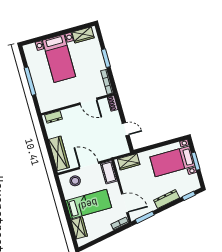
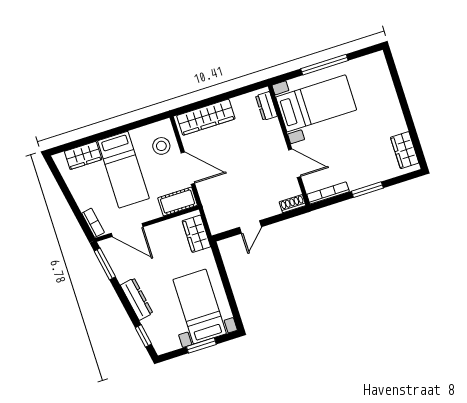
bed with nightstands: (59, 58) -> (316, 103), moved, turned 180
door: (88, 101) -> (295, 163), swing flipped
door: (89, 165) -> (188, 168), hinge flipped
door: (125, 203) -> (127, 230), hinge flipped

